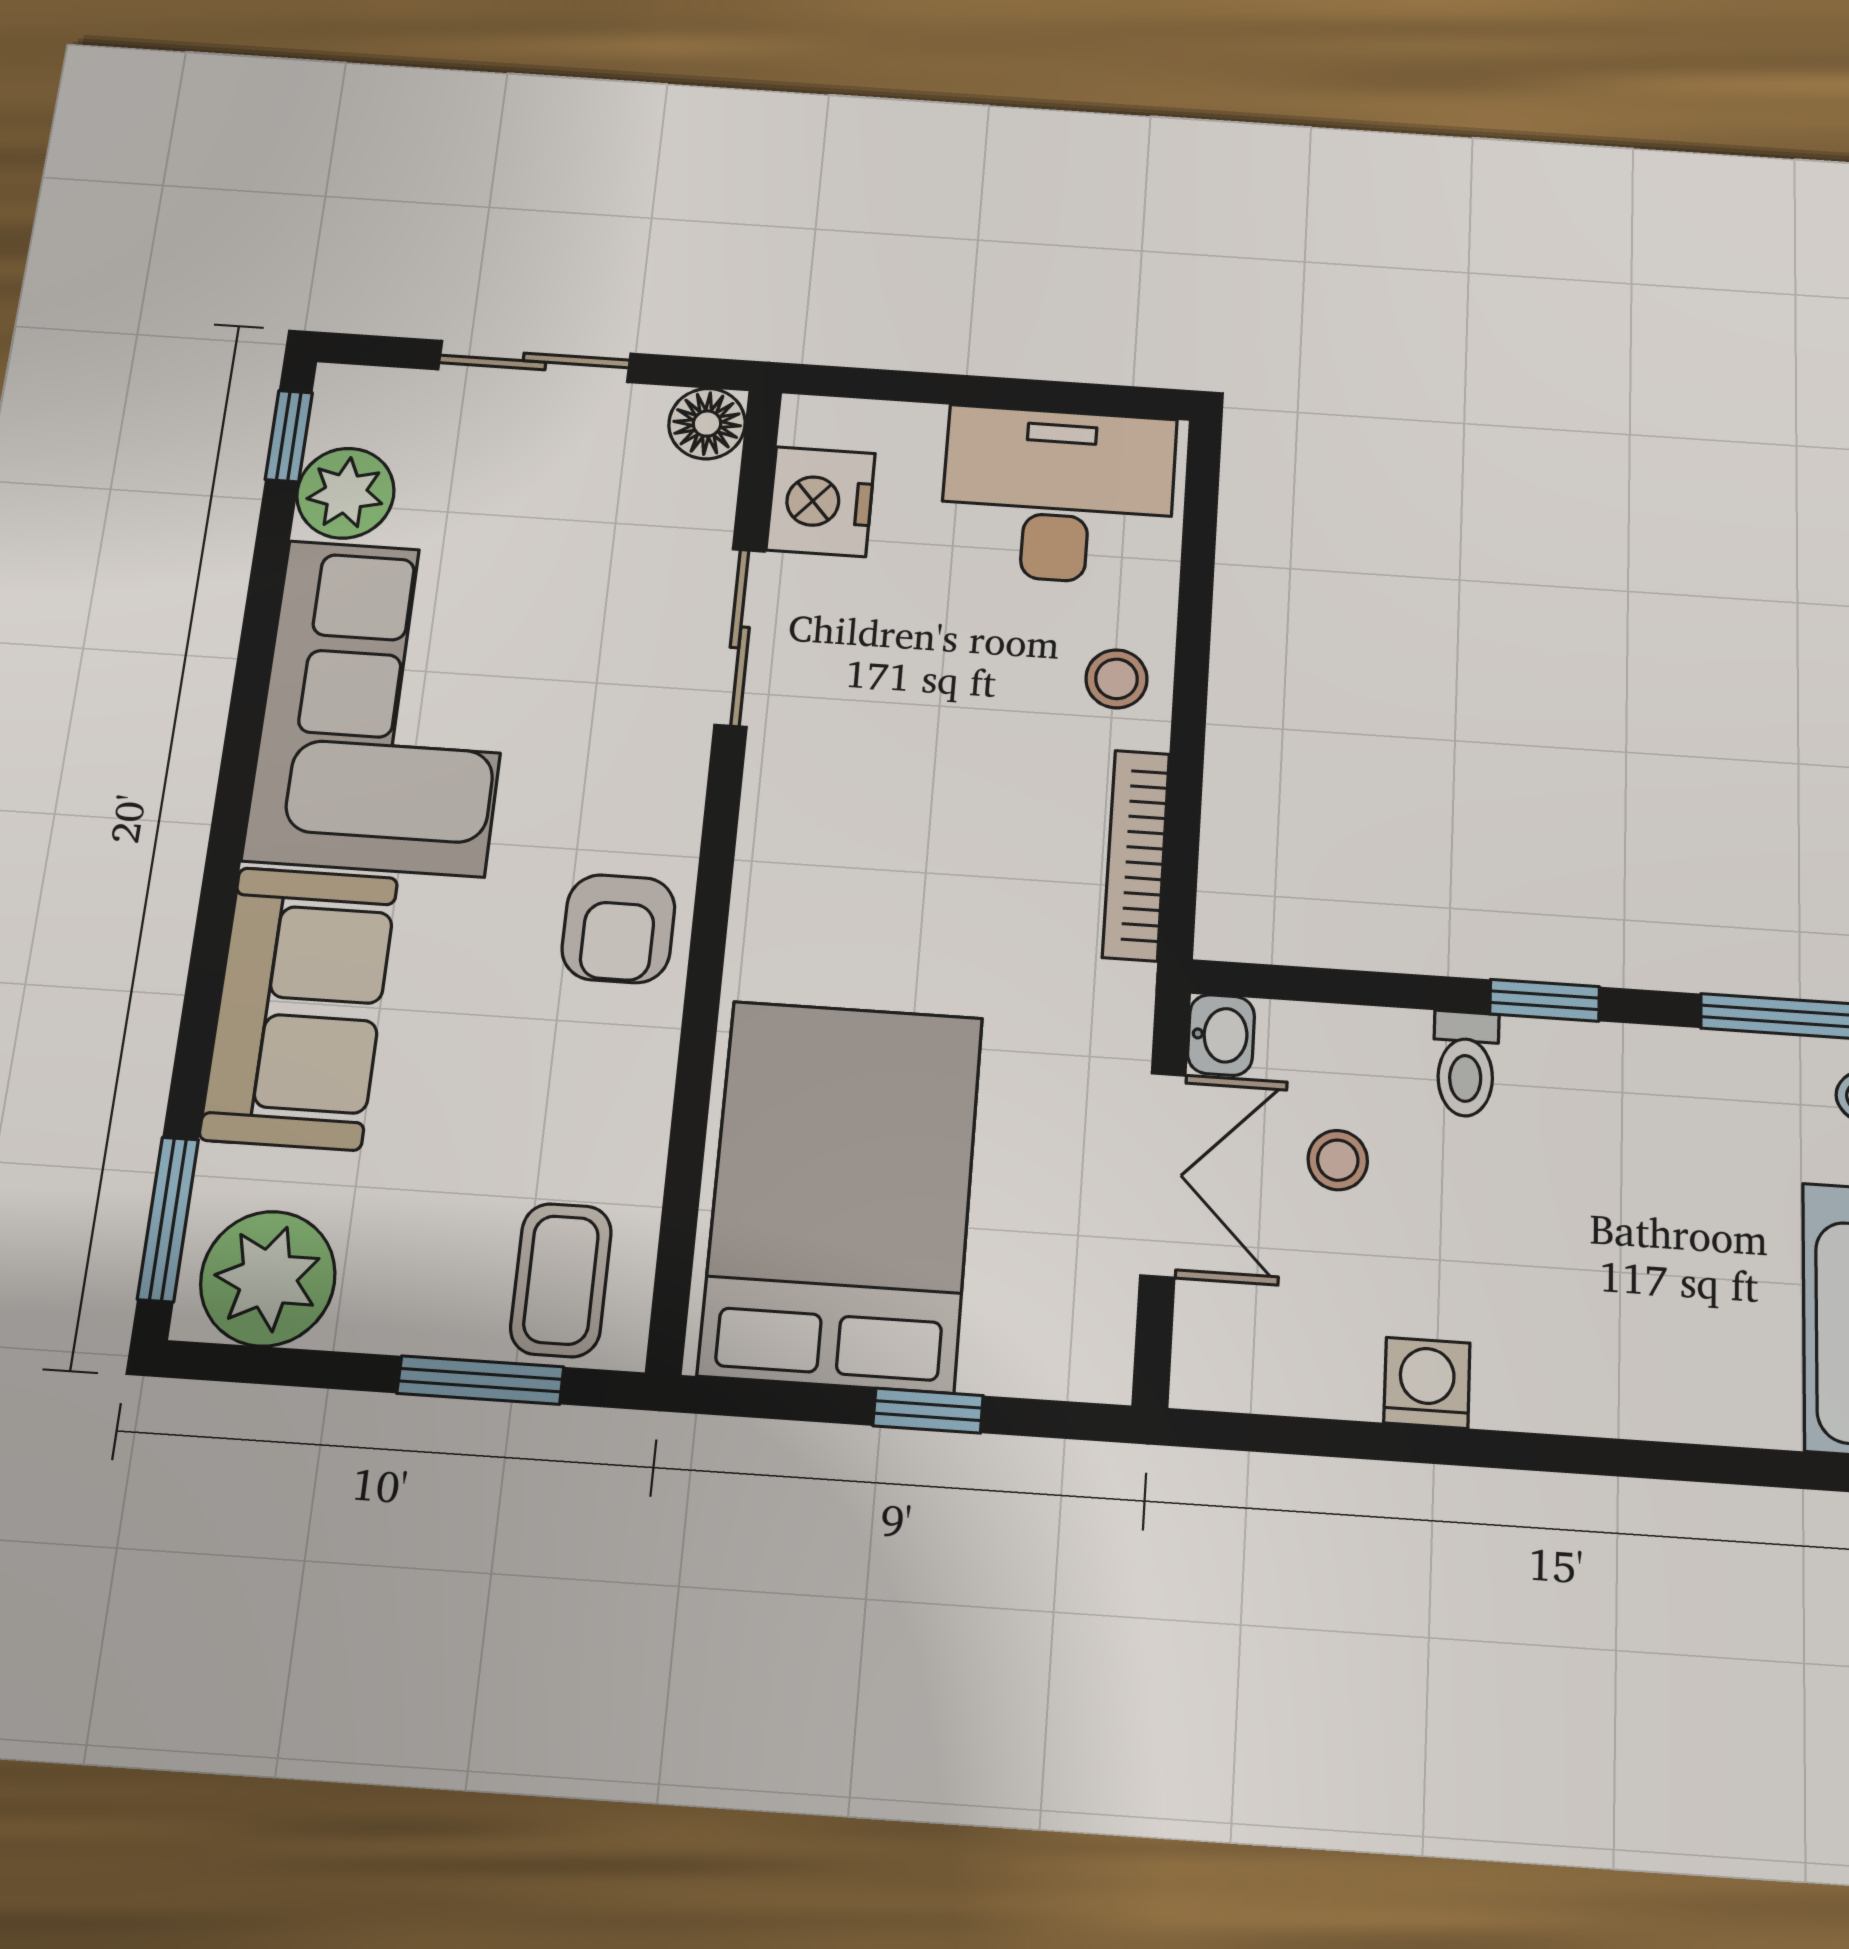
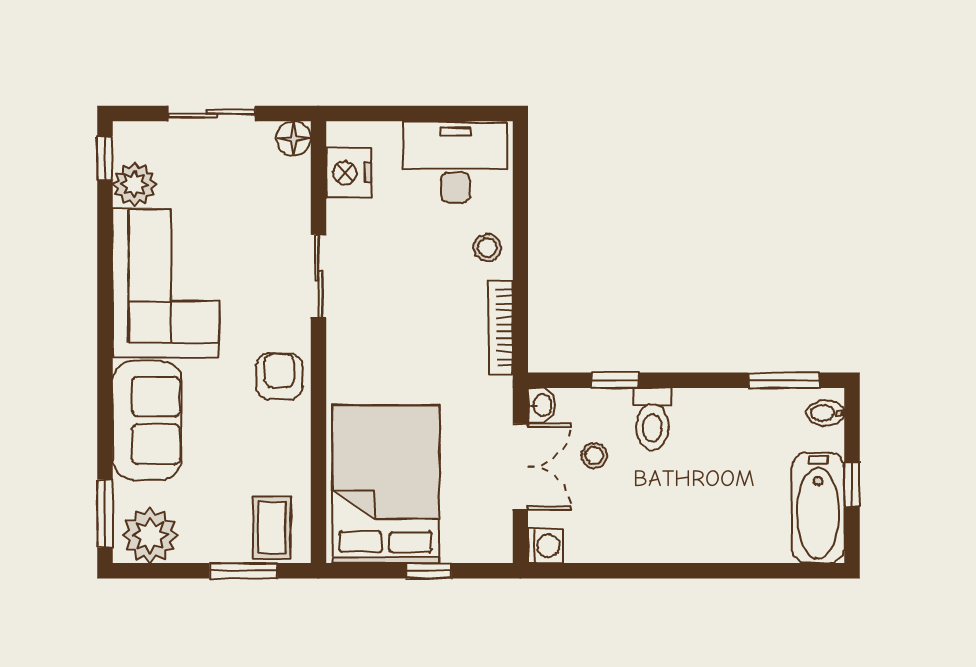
sliding door: (740, 637) -> (318, 276), moved
armchair: (618, 929) -> (279, 376), turned 180
window: (1545, 1000) -> (615, 380), moved
toilet: (1466, 1064) -> (652, 419), width x1.37, depth x1.39
washing machine: (1427, 1383) -> (545, 546), moved, turned 90

